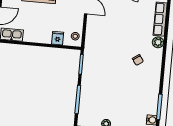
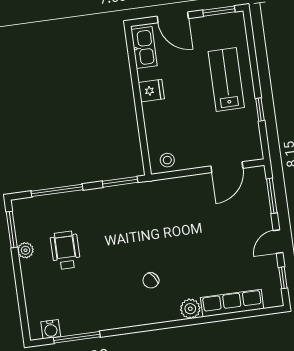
fridge: (58, 38) -> (151, 91), moved
wheelchair: (111, 102) -> (65, 250), added

